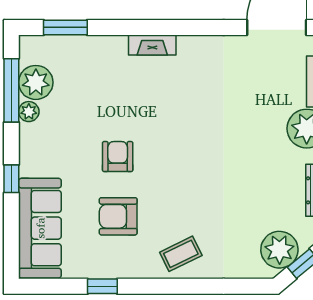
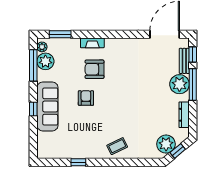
fireplace: (152, 45) -> (92, 43), moved
plant: (29, 112) -> (42, 47), moved
armchair: (118, 216) -> (94, 69), moved
sofa: (40, 228) -> (47, 106), moved

